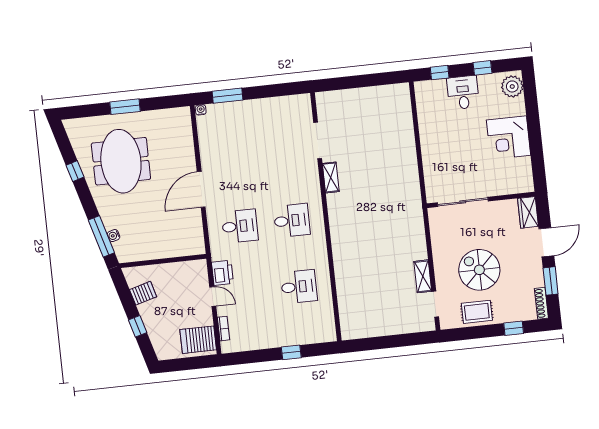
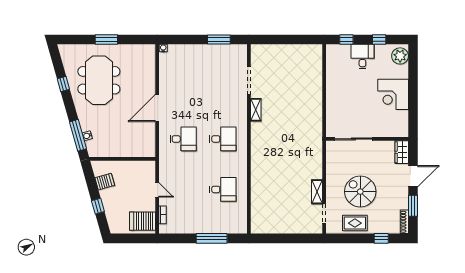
window: (228, 96) -> (219, 40), moved
printer: (222, 273) -> (166, 173), removed
window: (291, 352) -> (212, 238), width x2.17

